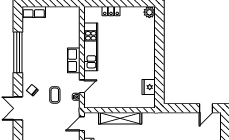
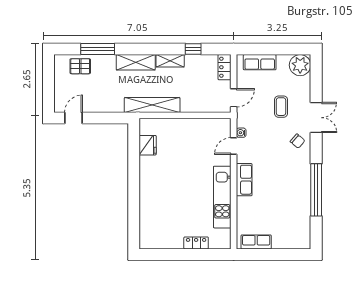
row of seats: (34, 12) -> (256, 242), moved
plant: (149, 12) -> (147, 242), removed
coffee table: (55, 95) -> (281, 107), moved
shelving: (120, 118) -> (152, 105), moved

